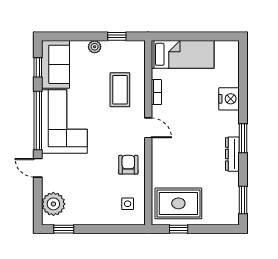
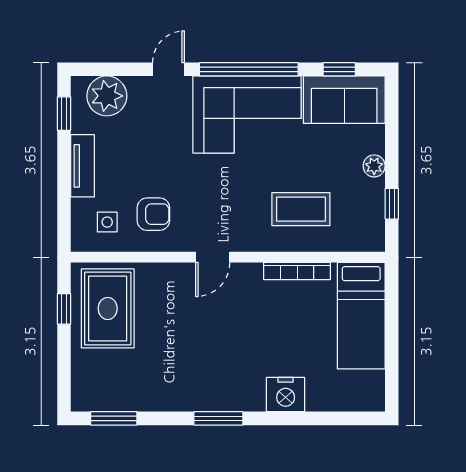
bookcase: (156, 92) -> (297, 271), width x1.56
door: (148, 128) -> (213, 257), moved
dresser: (232, 154) -> (192, 400), removed
armchair: (128, 165) -> (153, 214), moved
tv unit: (95, 218) -> (83, 166), added

